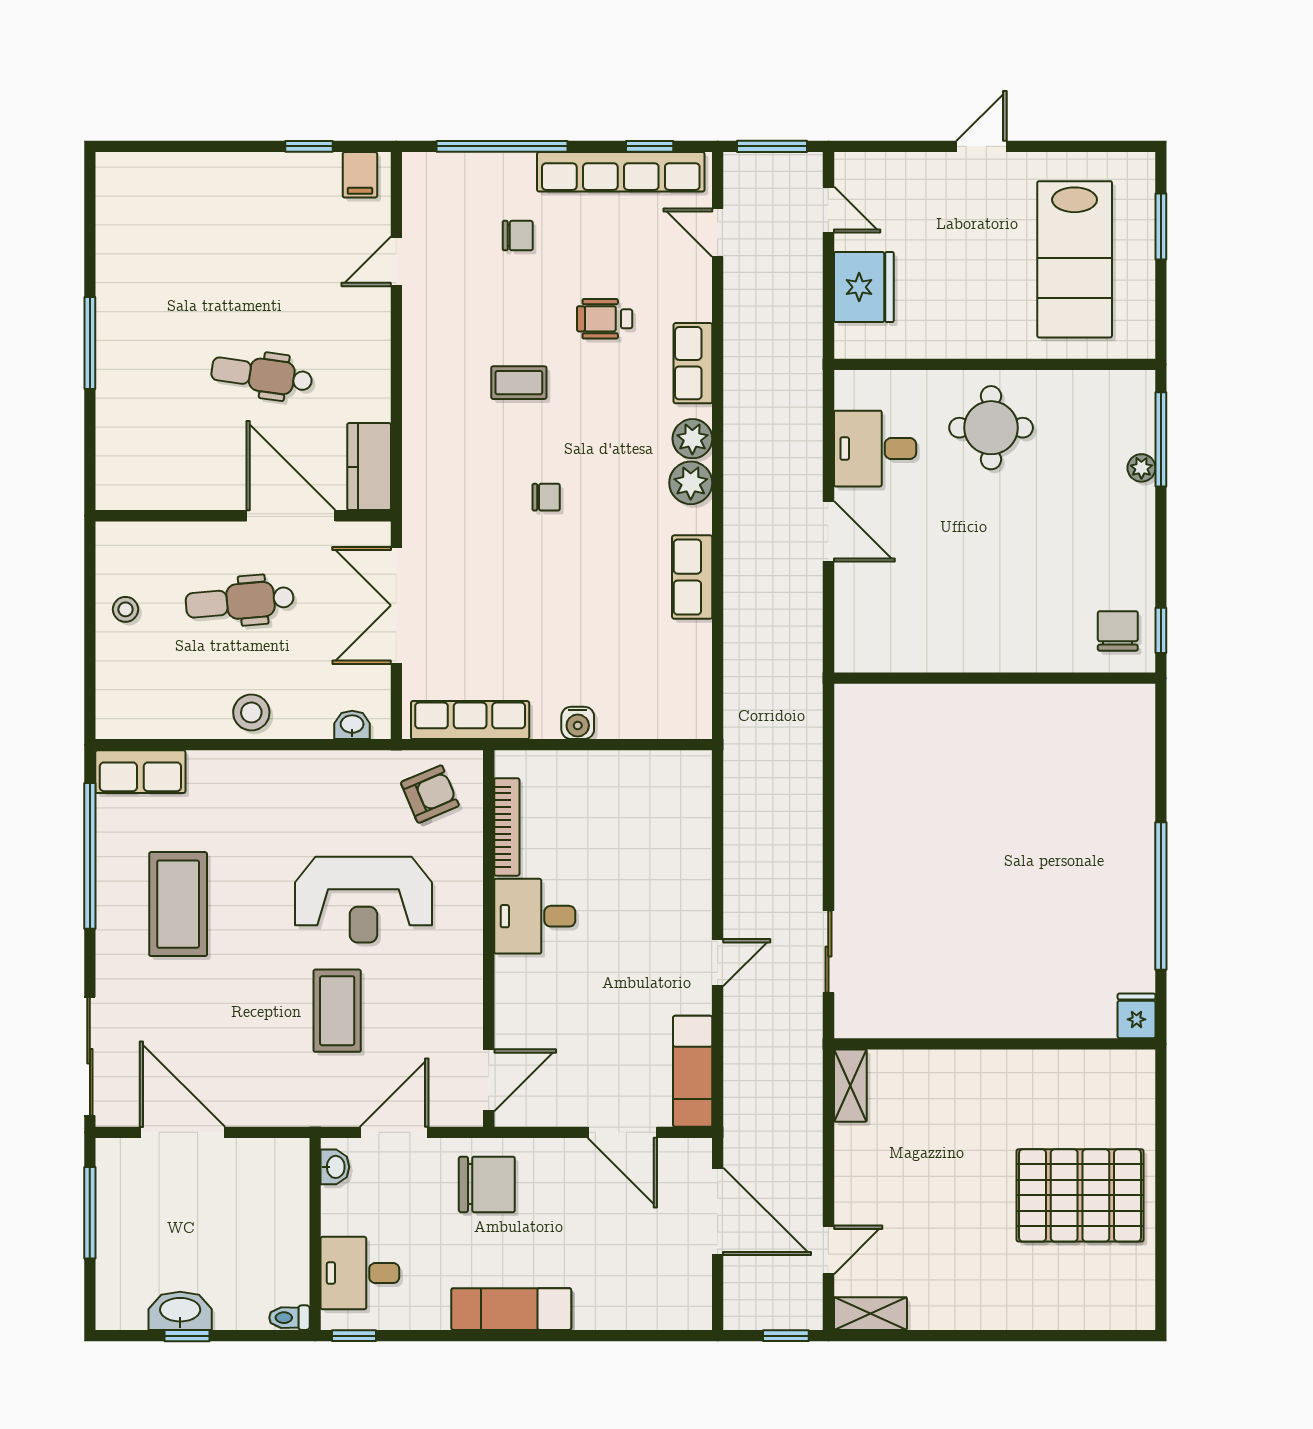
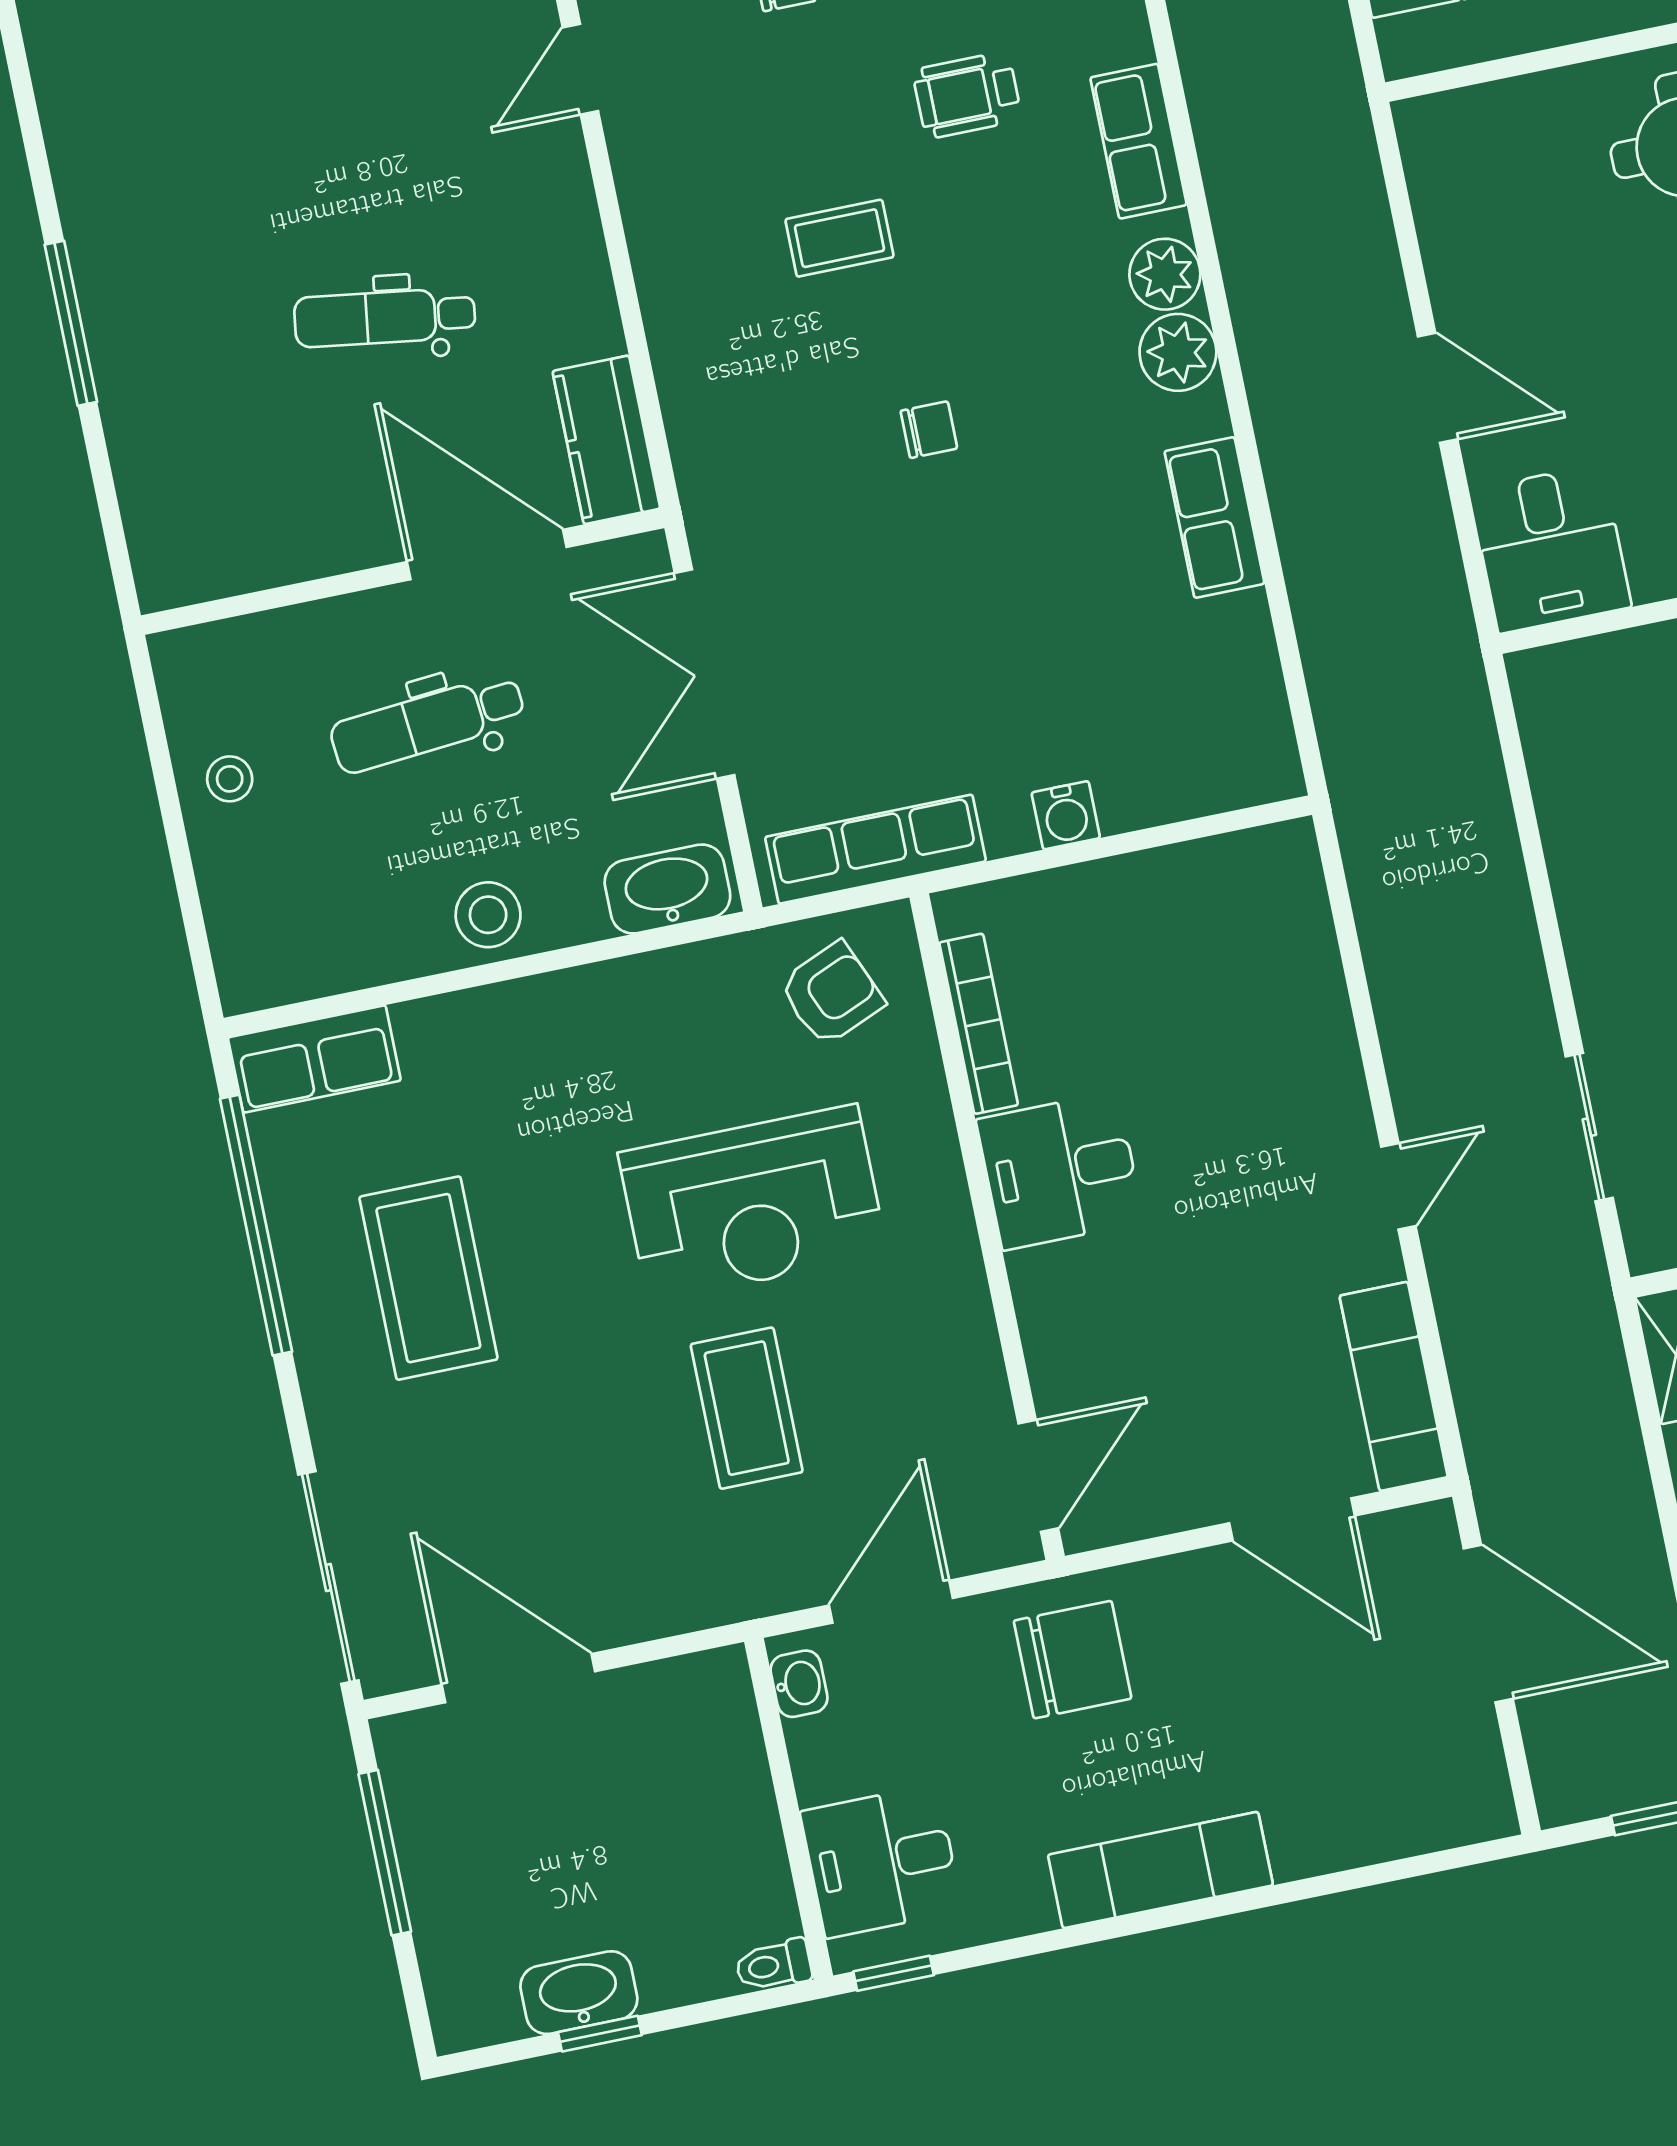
desk: (875, 449) -> (1550, 549), moved, turned -90
washbasin: (352, 725) -> (667, 889), width x1.91, depth x1.45

